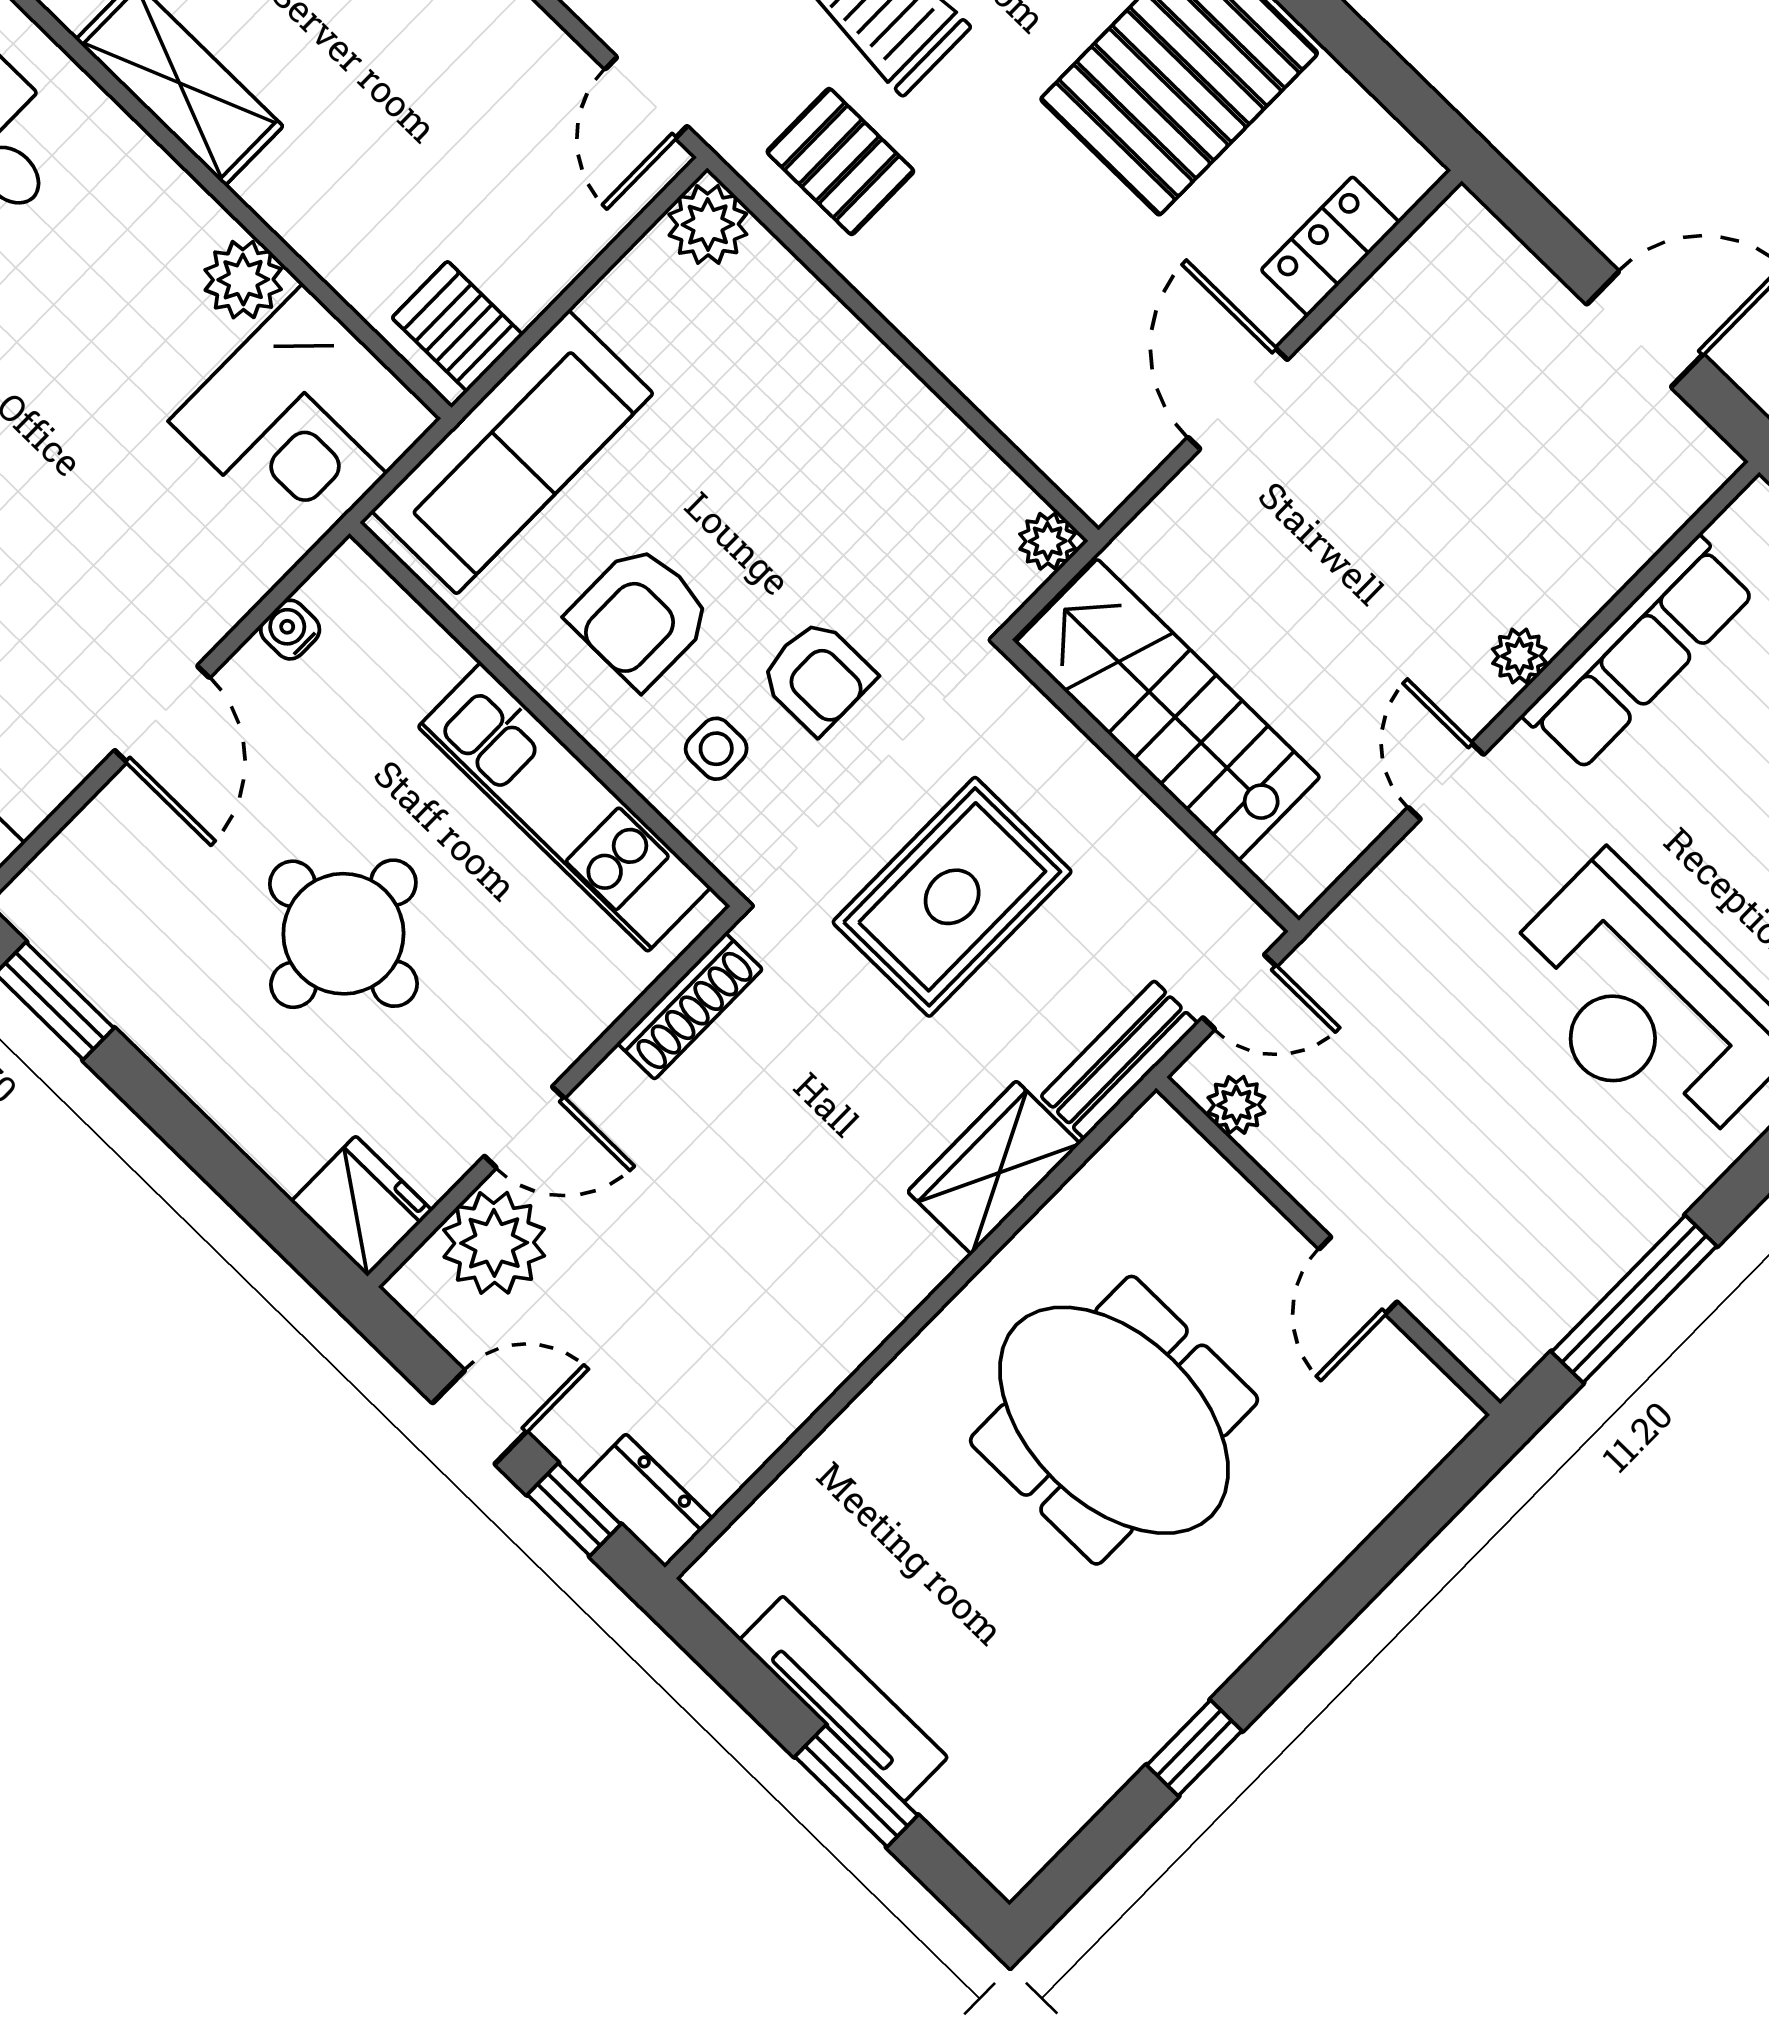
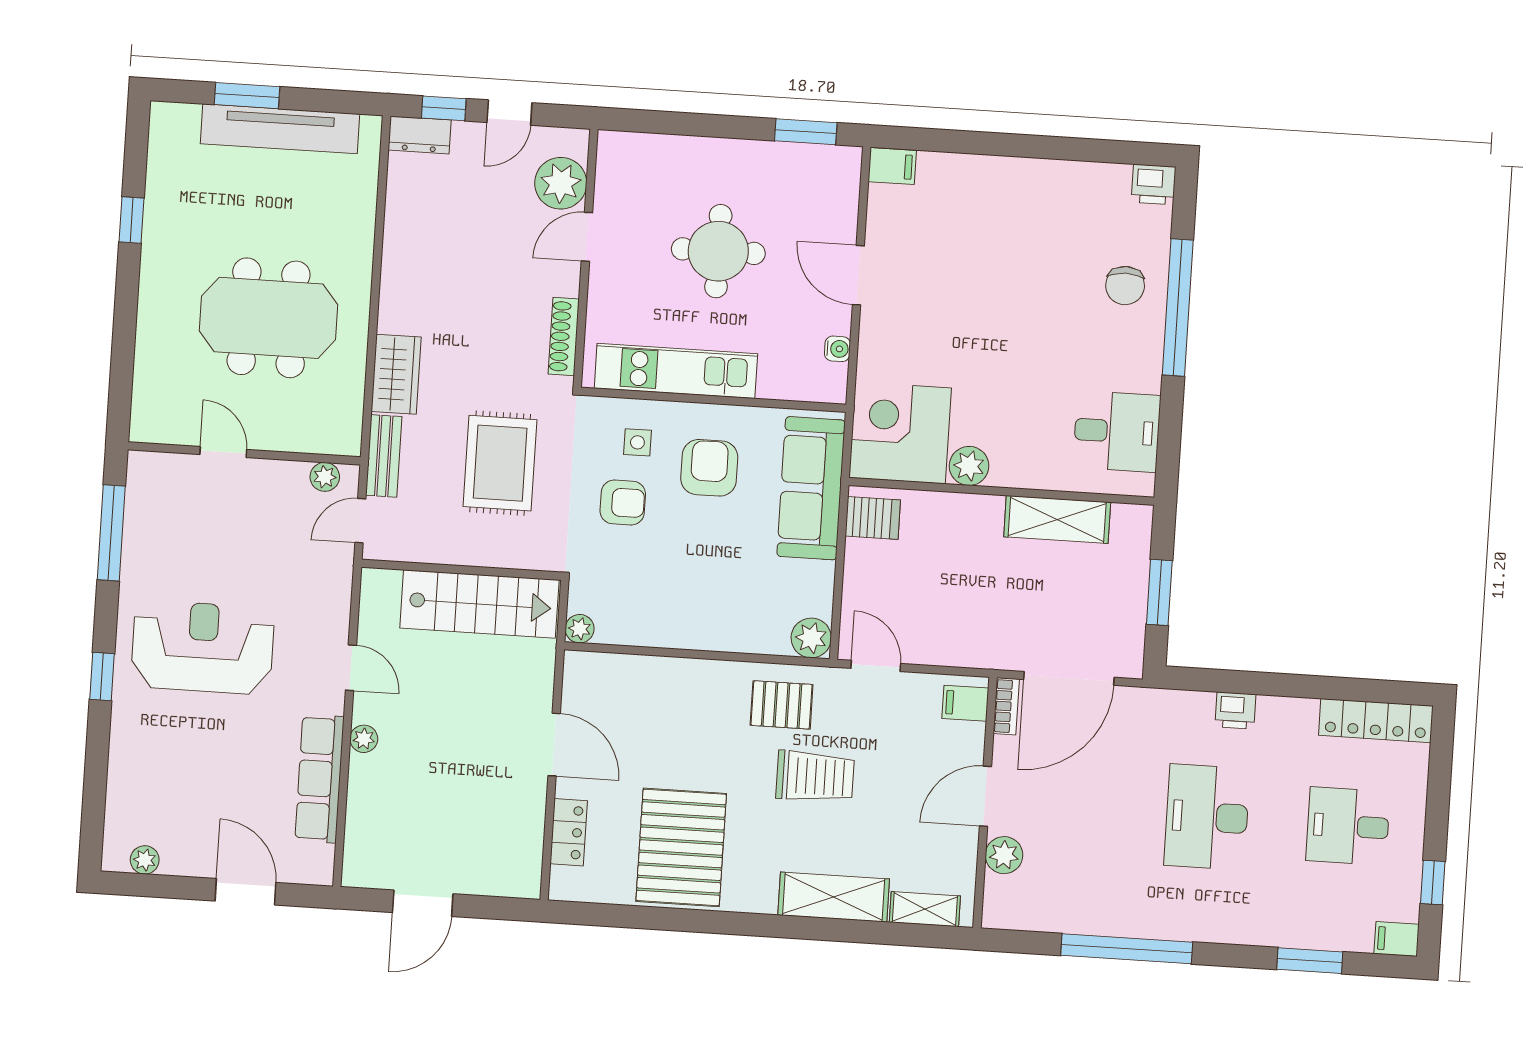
armchair: (817, 677) -> (623, 503), turned 180
fridge: (362, 1206) -> (623, 154), removed
tv unit: (843, 1699) -> (280, 129), width x1.36, depth x1.29

